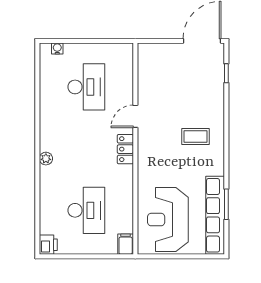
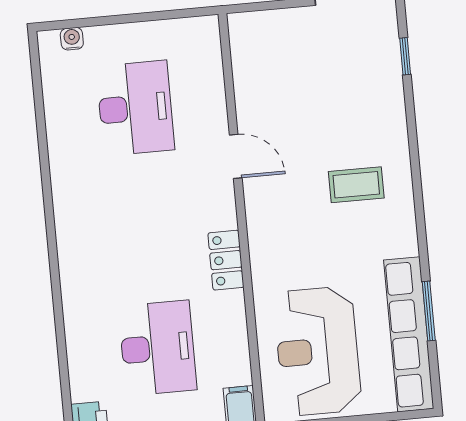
door: (135, 116) -> (236, 156), swing flipped
locker: (125, 149) -> (226, 260), moved
plant: (46, 159) -> (70, 255), removed

